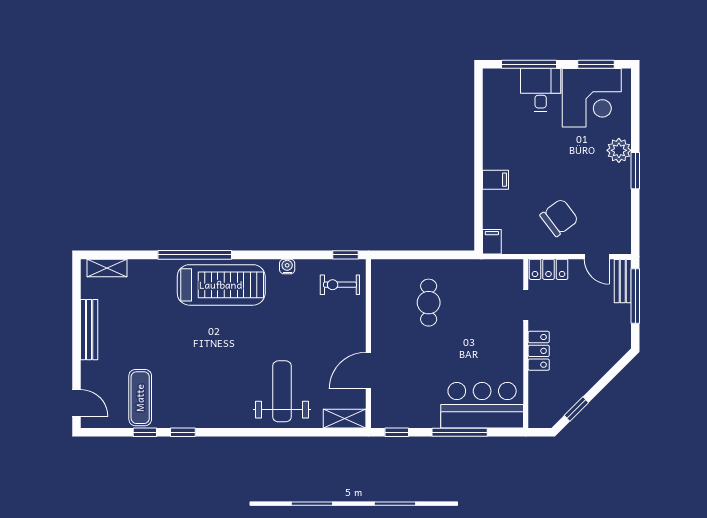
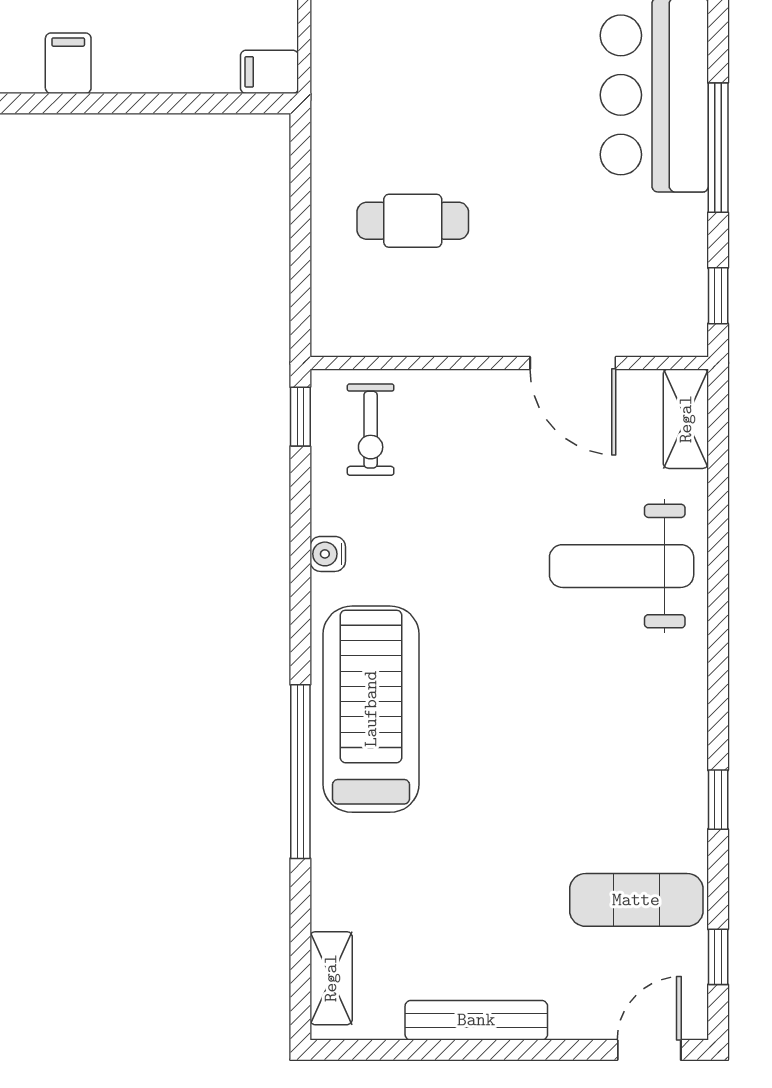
filing cabinet: (496, 180) -> (68, 63), moved
window: (145, 432) -> (718, 957), moved

